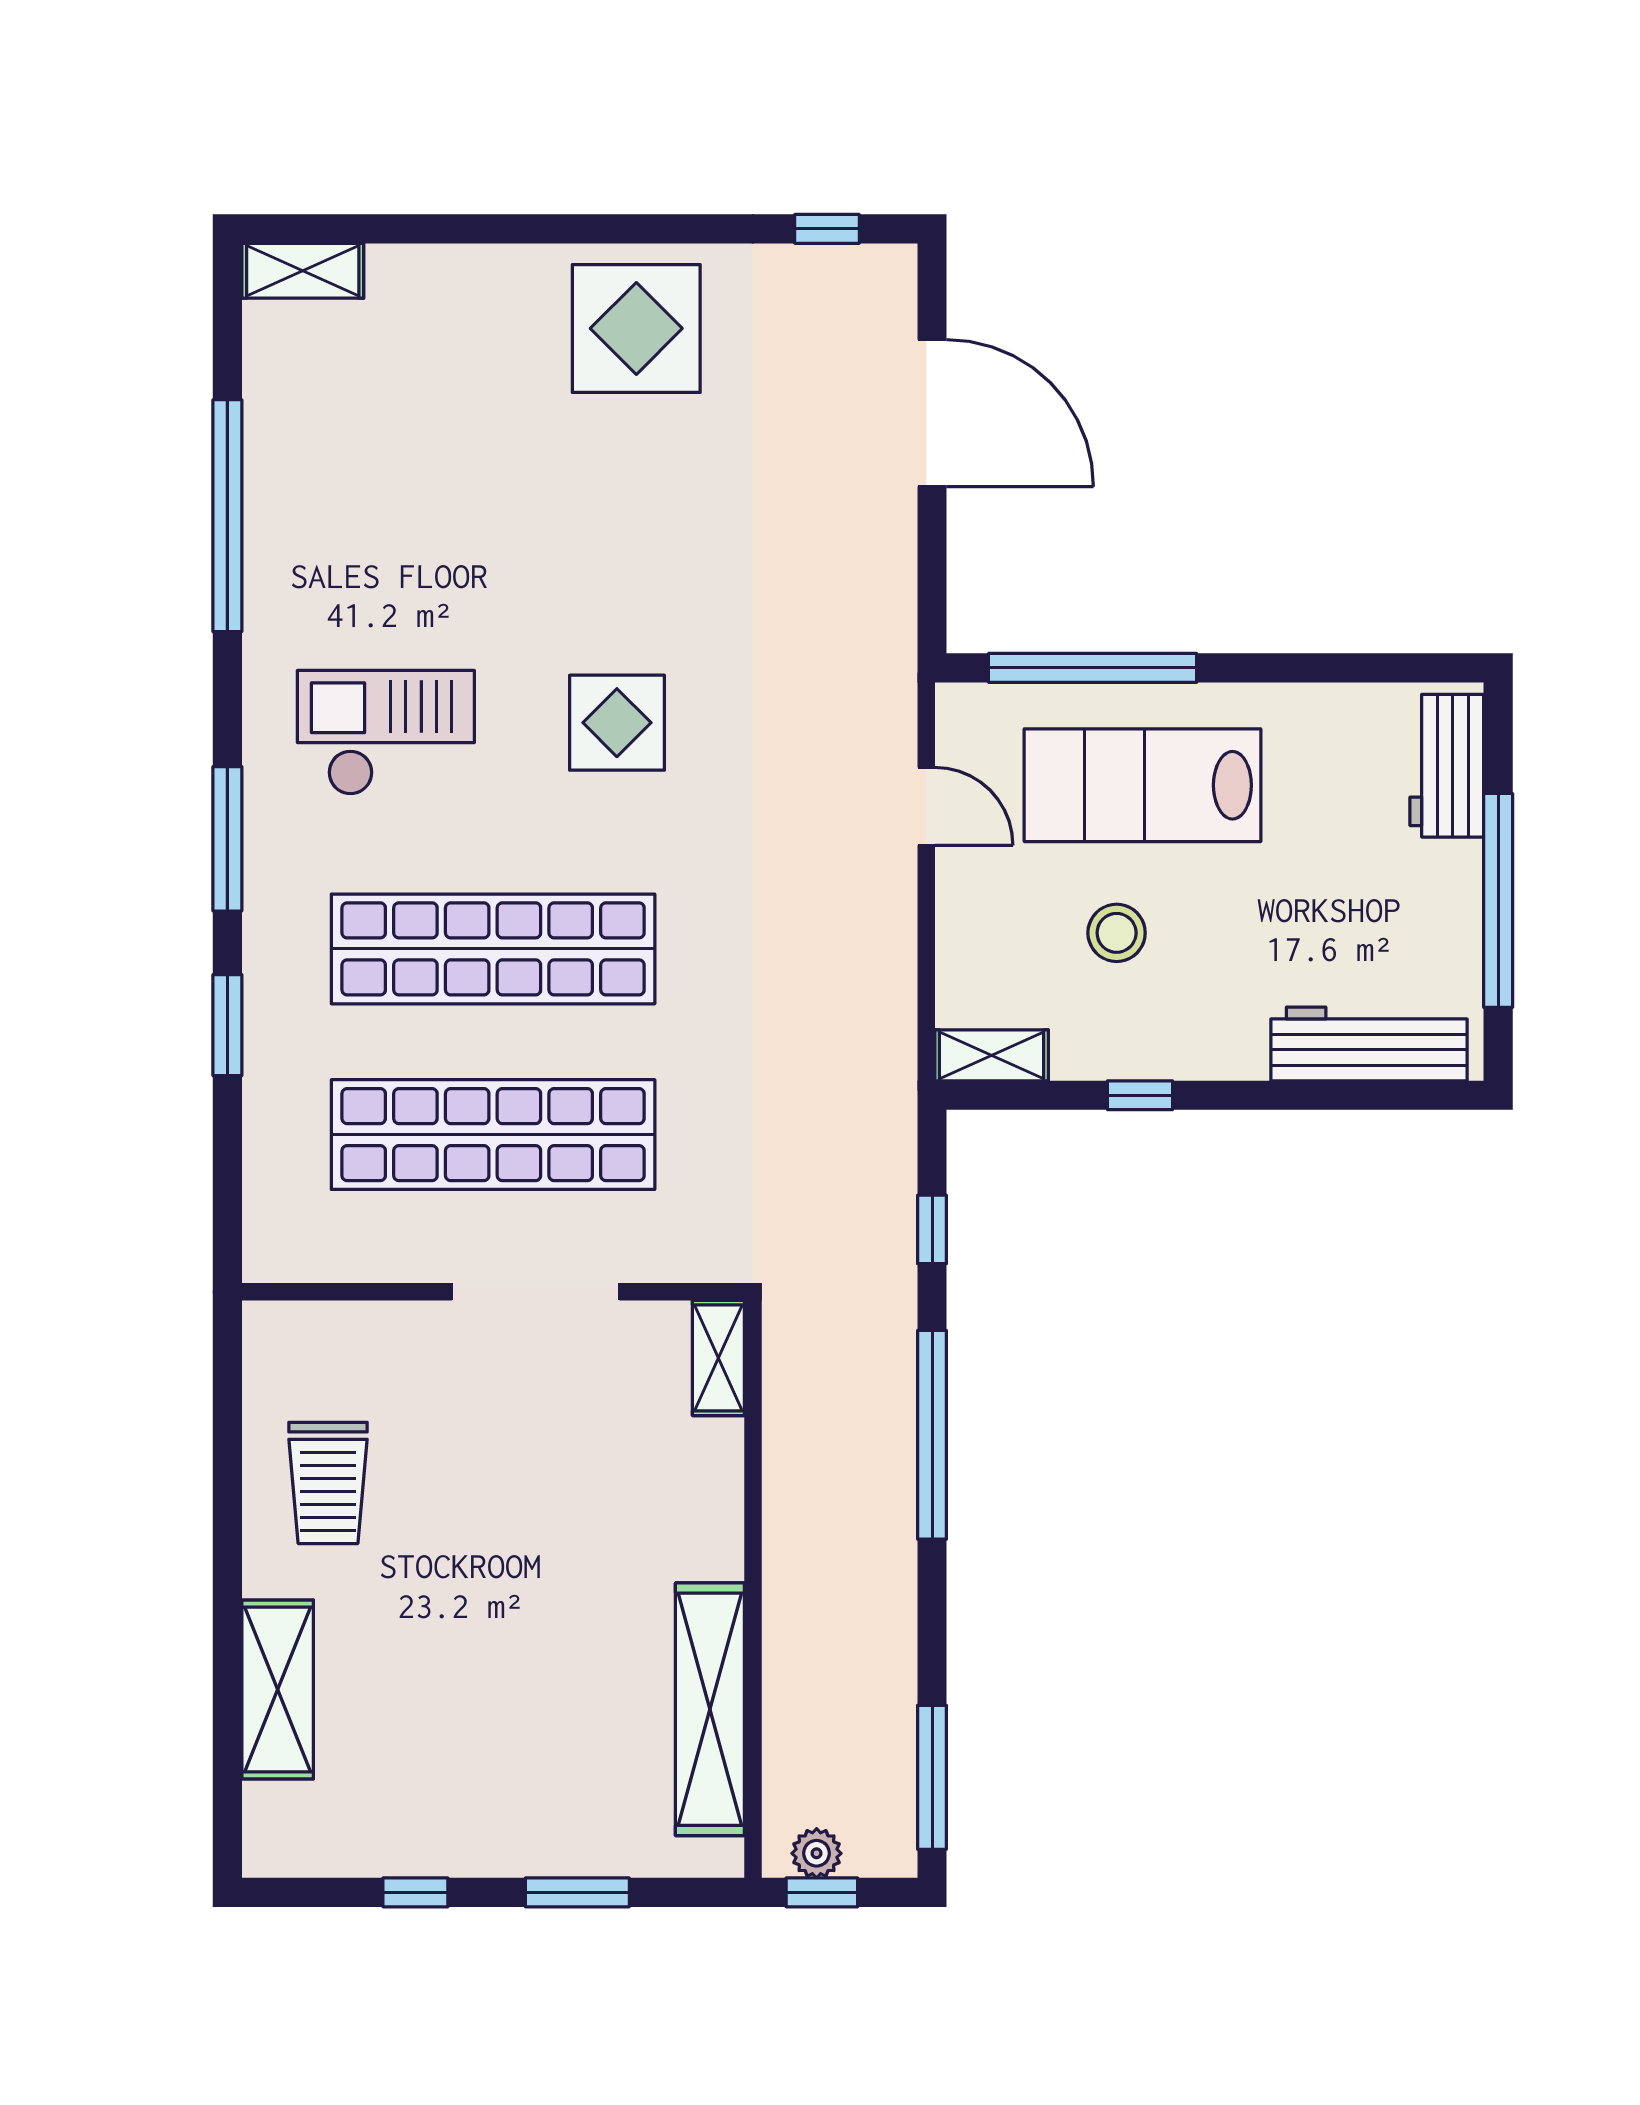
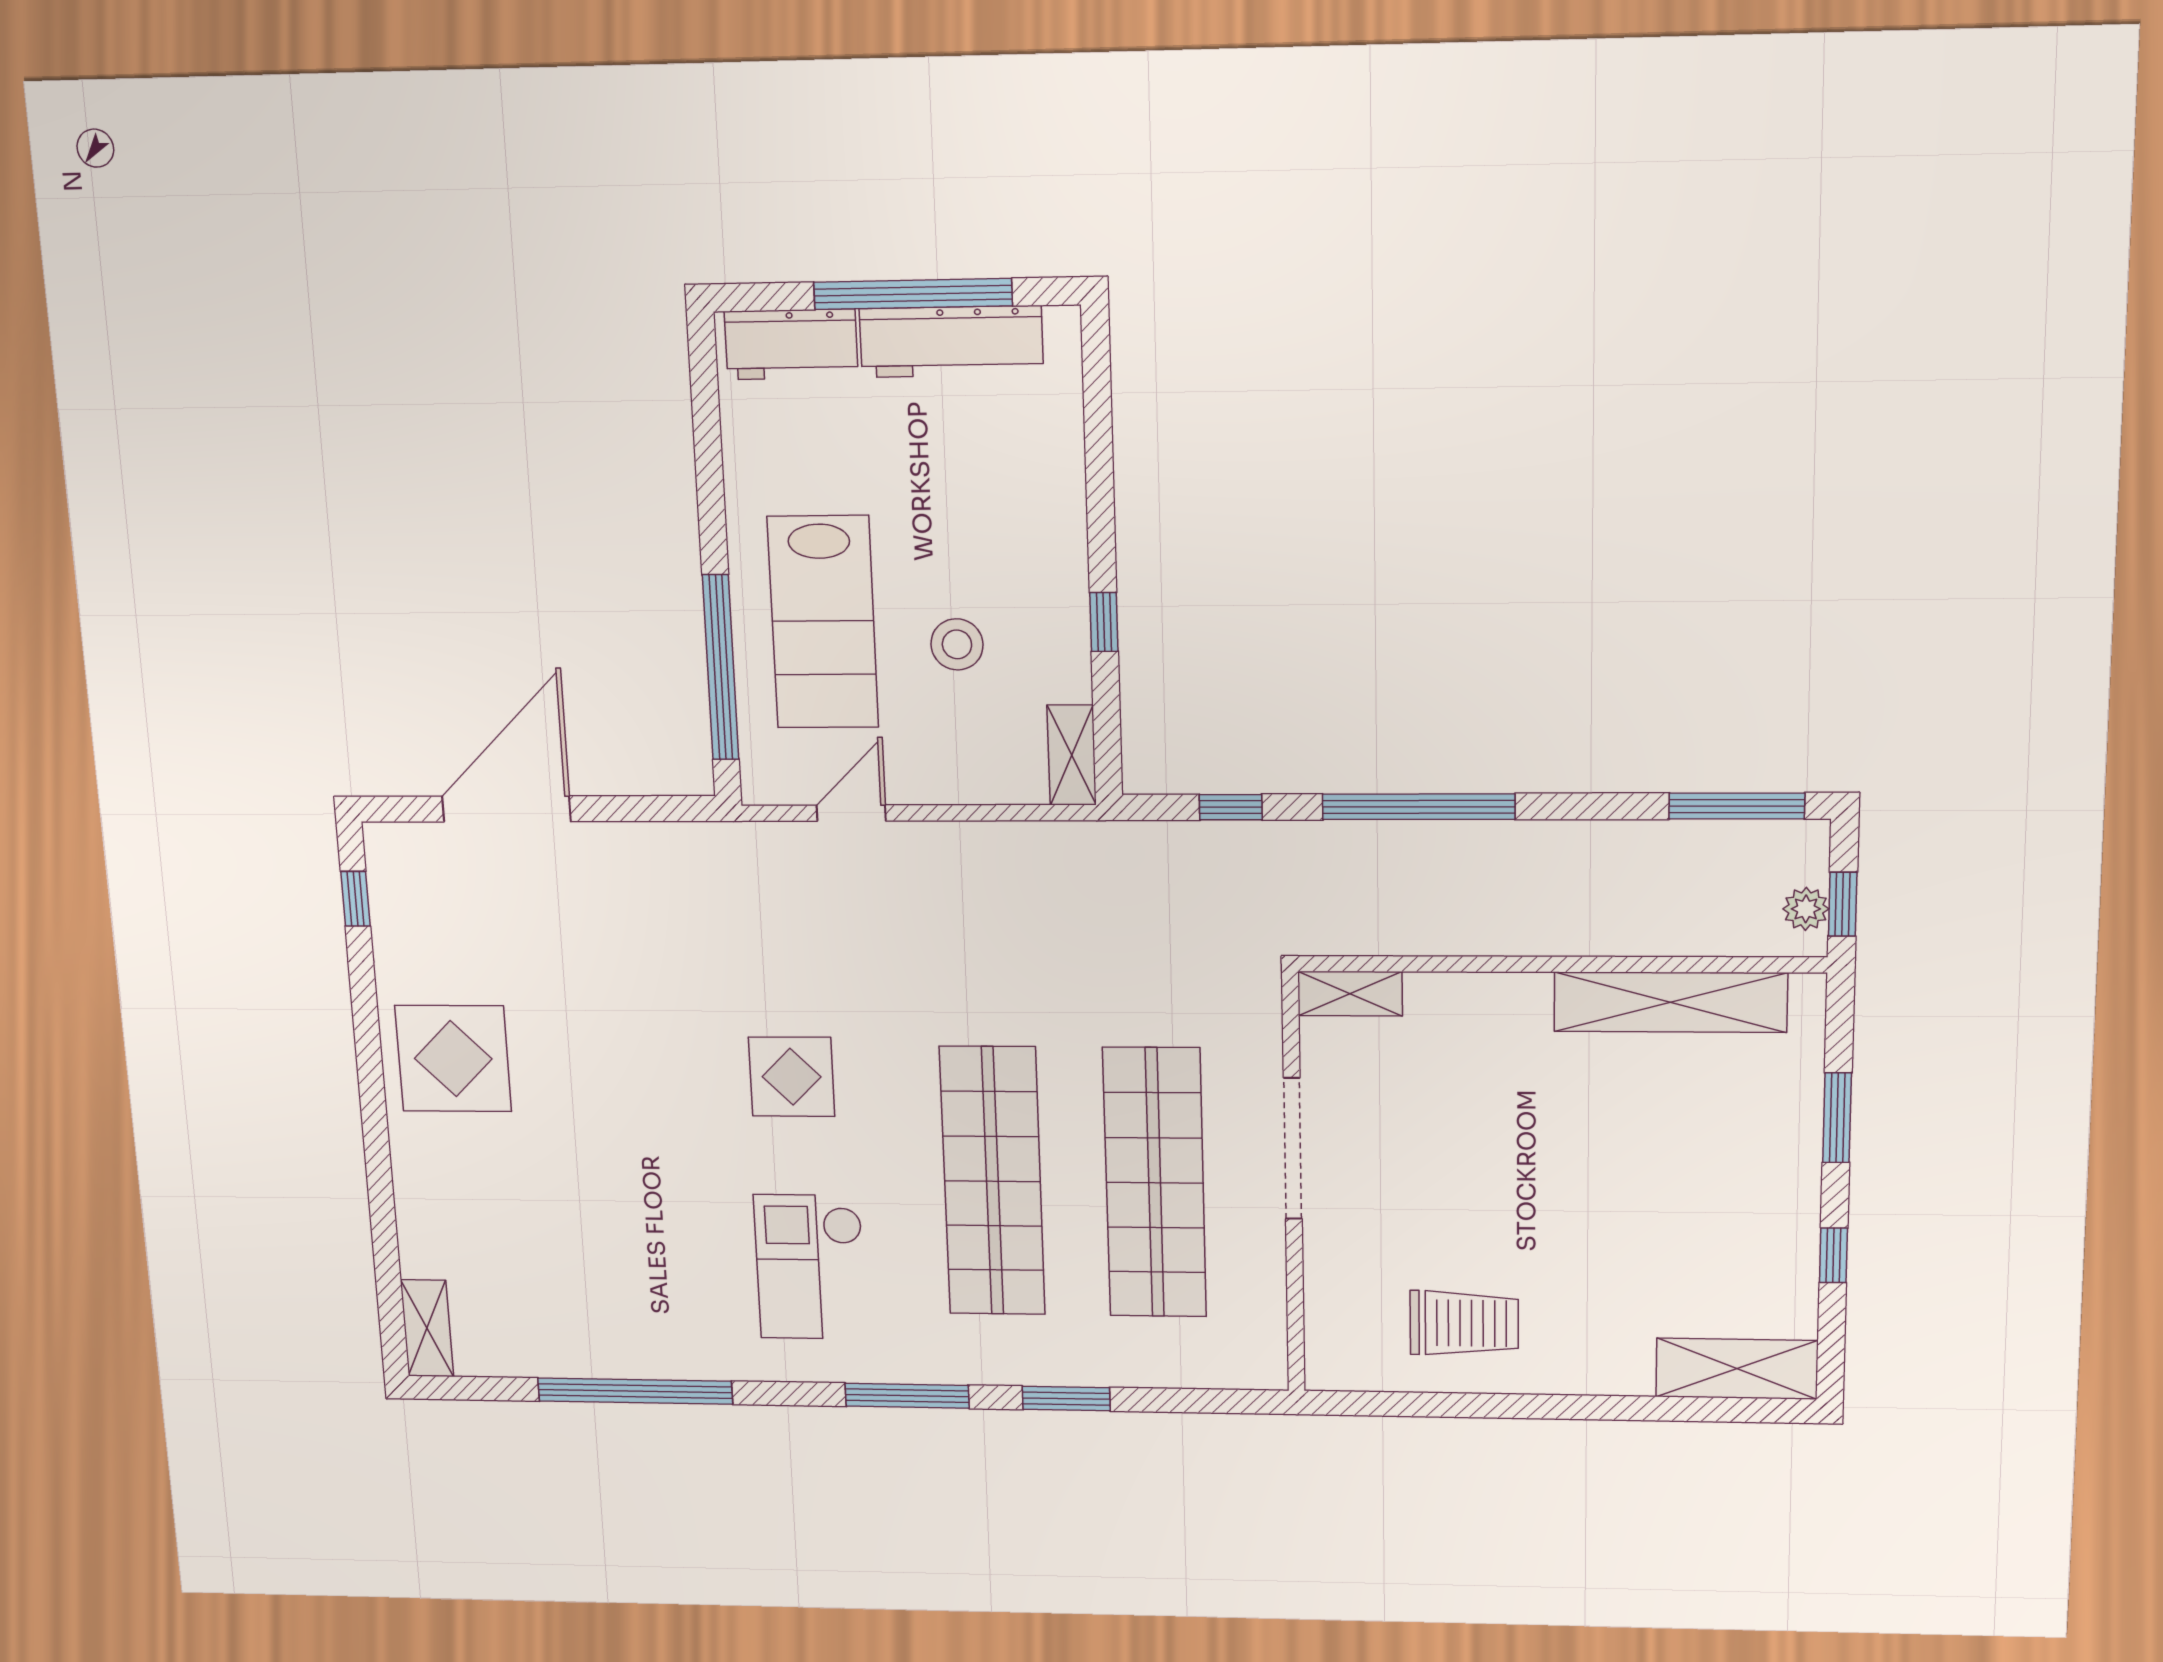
workbench: (1369, 1044) -> (951, 342), moved, turned -90
shelving: (278, 1689) -> (1737, 1369), moved

